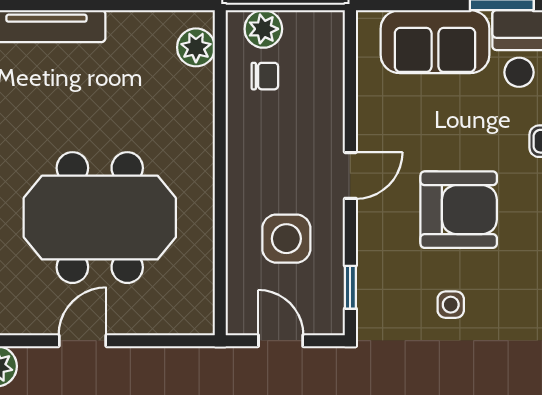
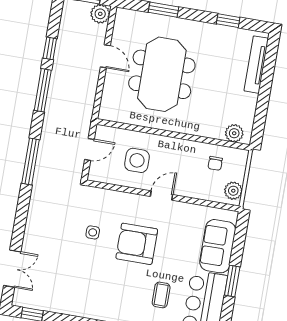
plant: (263, 29) -> (233, 191), moved
door: (350, 175) -> (162, 196), swing flipped
armchair: (459, 210) -> (137, 244), turned 90
window: (350, 287) -> (109, 187), removed

